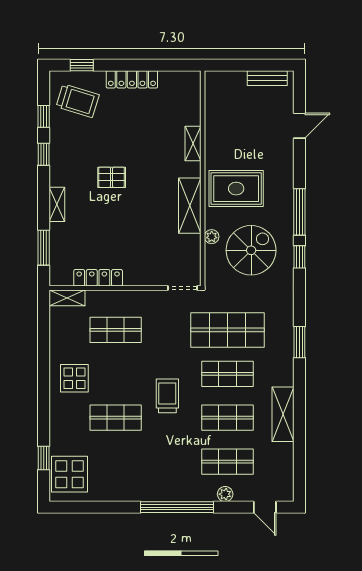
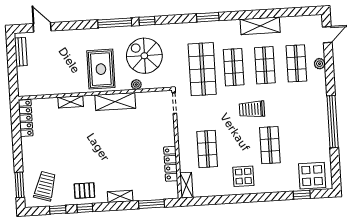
window: (82, 65) -> (19, 185), width x1.50
locker: (132, 79) -> (26, 118), moved
door: (299, 126) -> (42, 27), moved
pallet: (112, 177) -> (84, 191), moved, turned 90
window: (177, 507) -> (333, 122), moved

